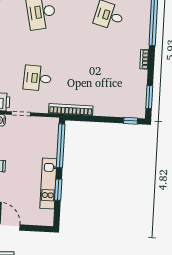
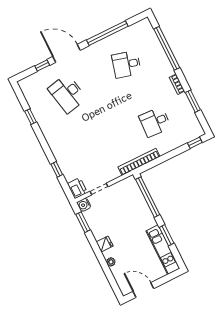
desk: (37, 78) -> (155, 122), moved
window: (149, 97) -> (193, 101), moved
kitchen unit: (48, 184) -> (163, 250), moved

